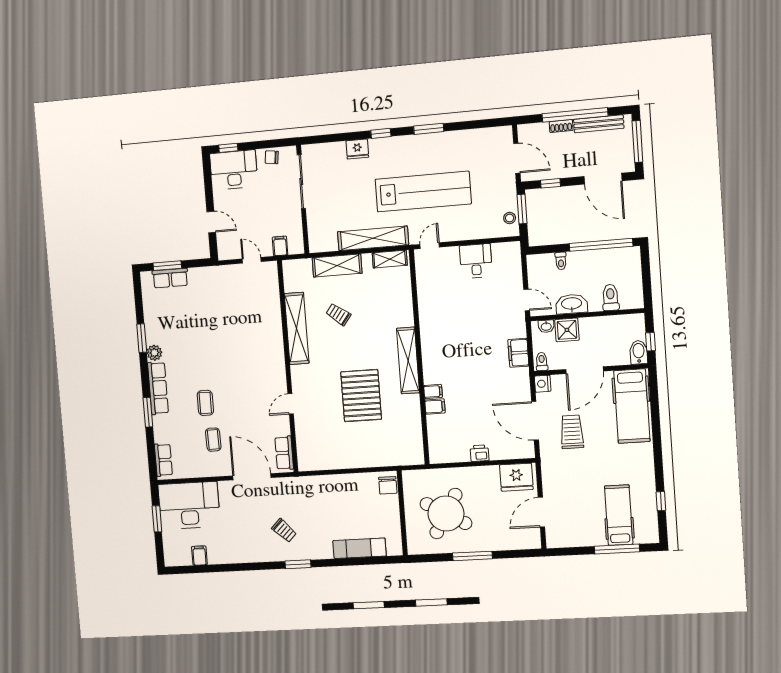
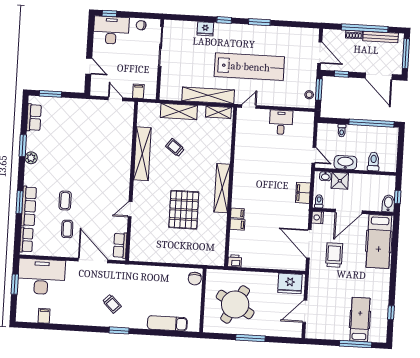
row of seats: (170, 278) -> (34, 117), moved, turned -90
row of seats: (158, 388) -> (29, 206), moved
printer: (480, 453) -> (235, 261), moved

